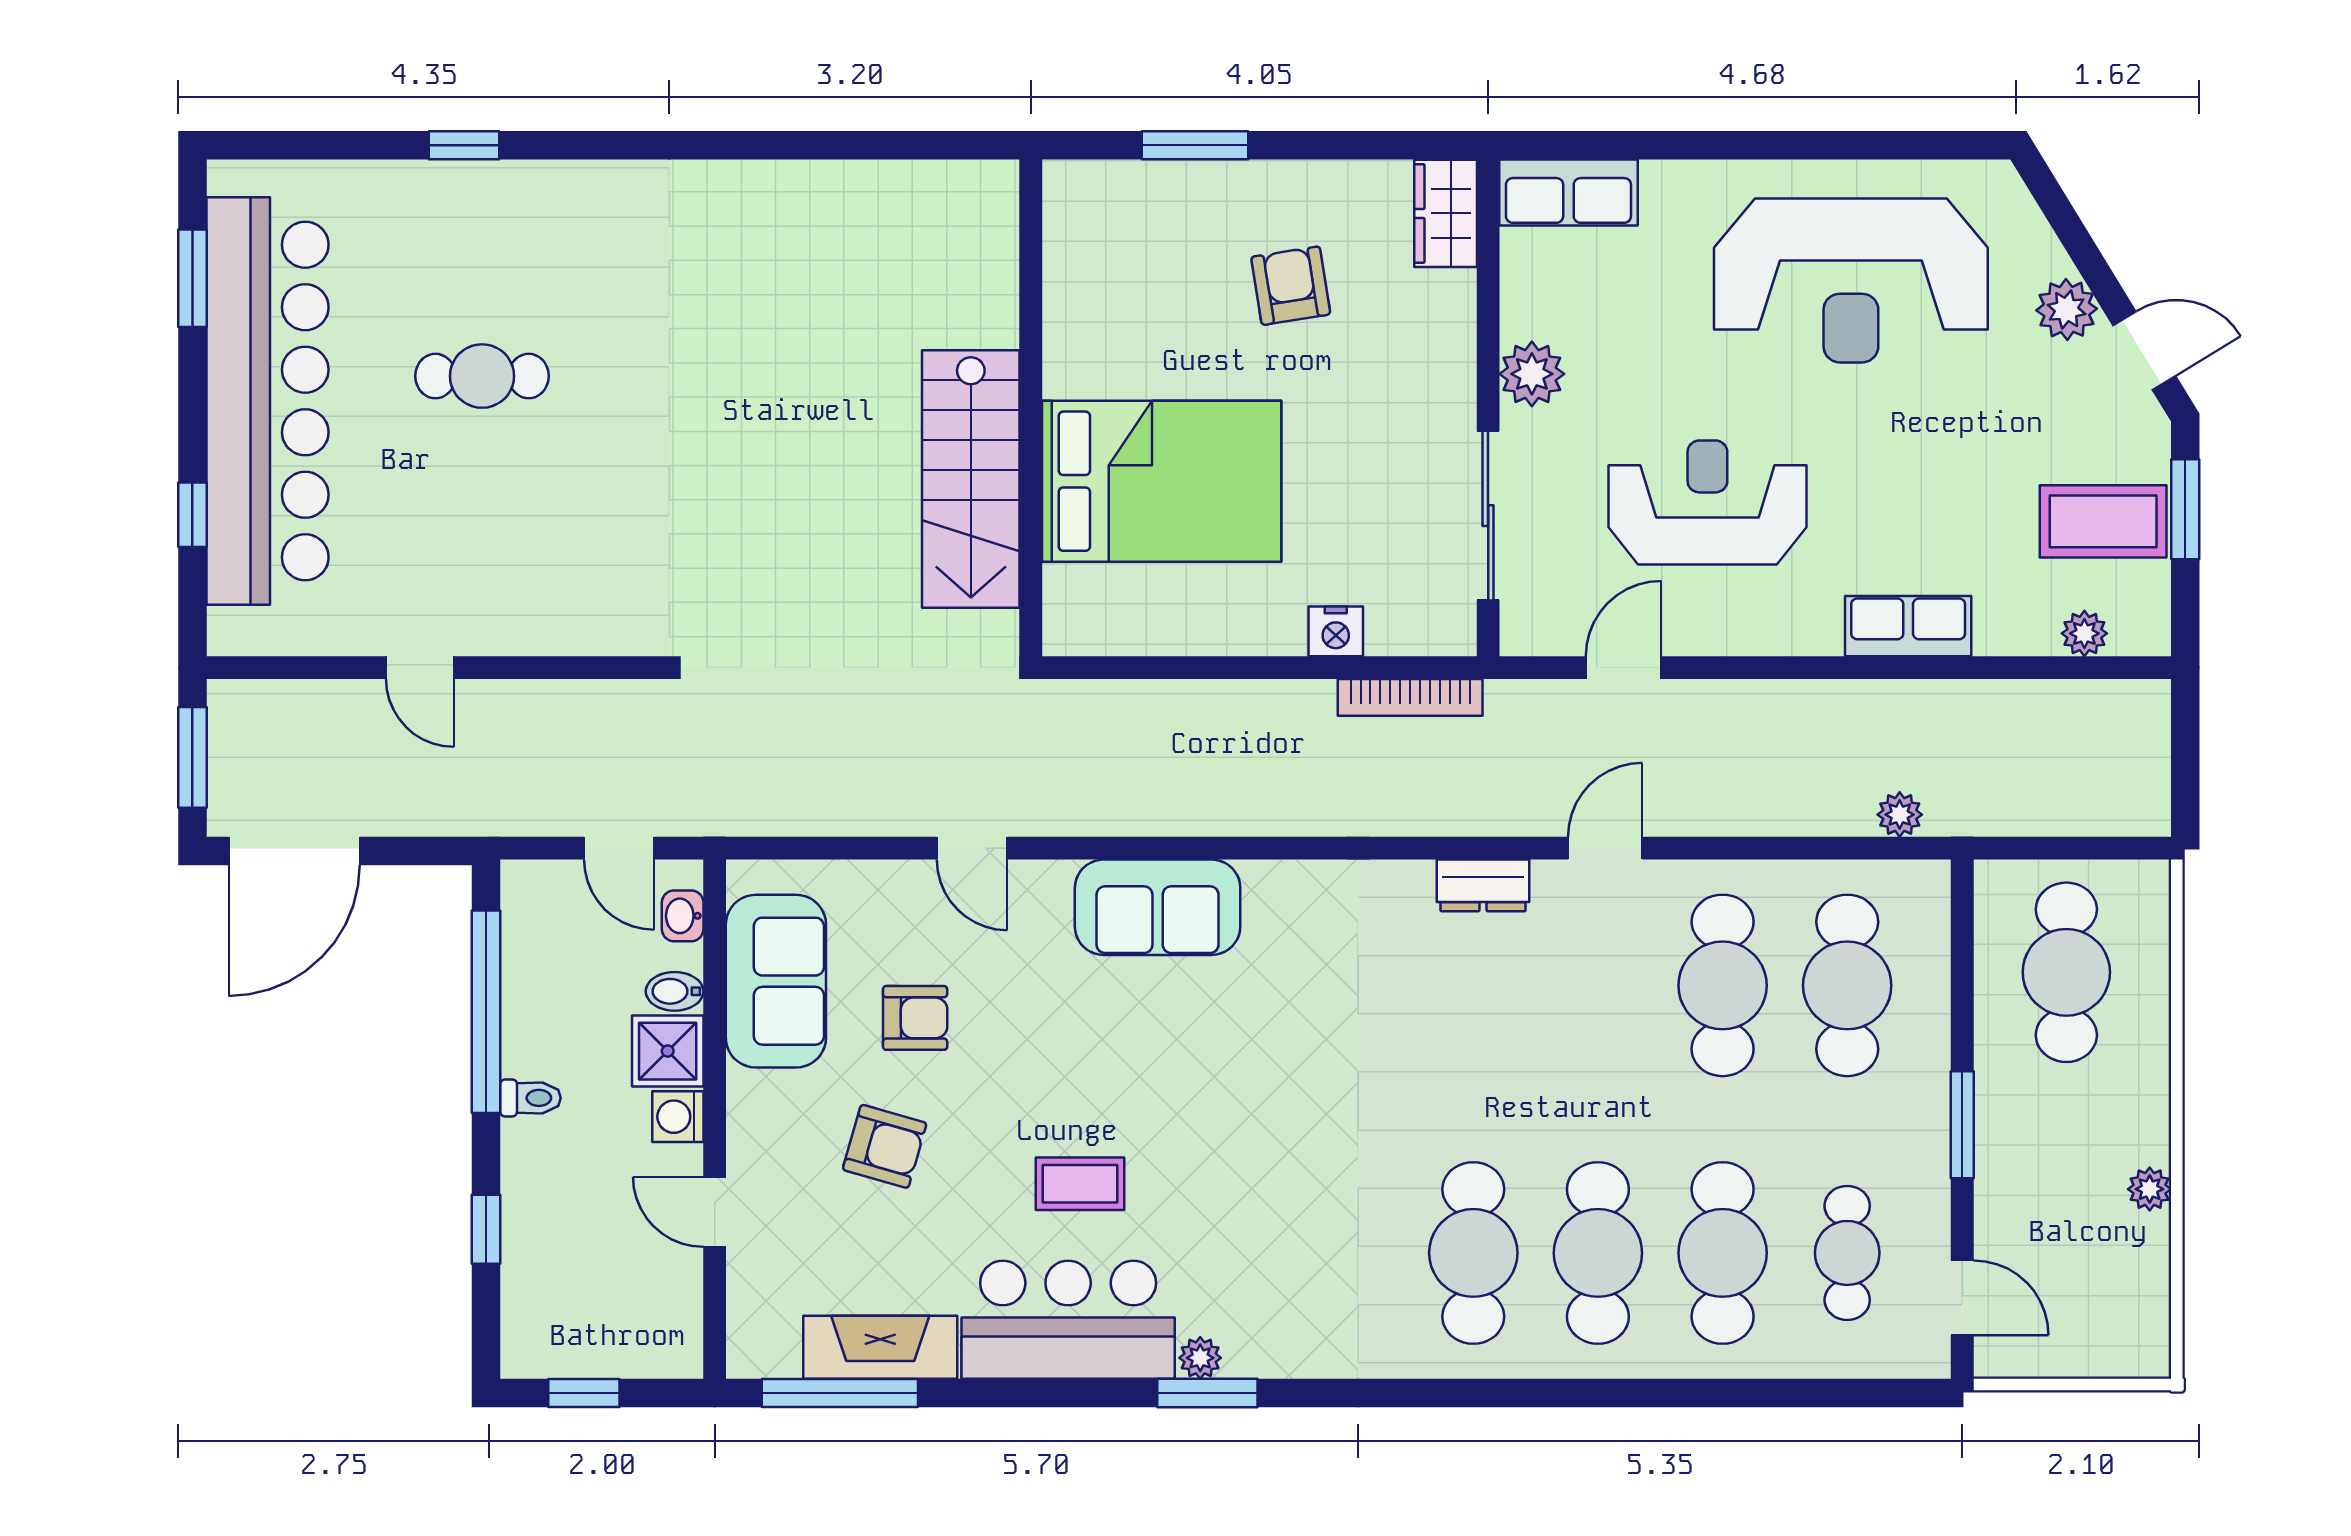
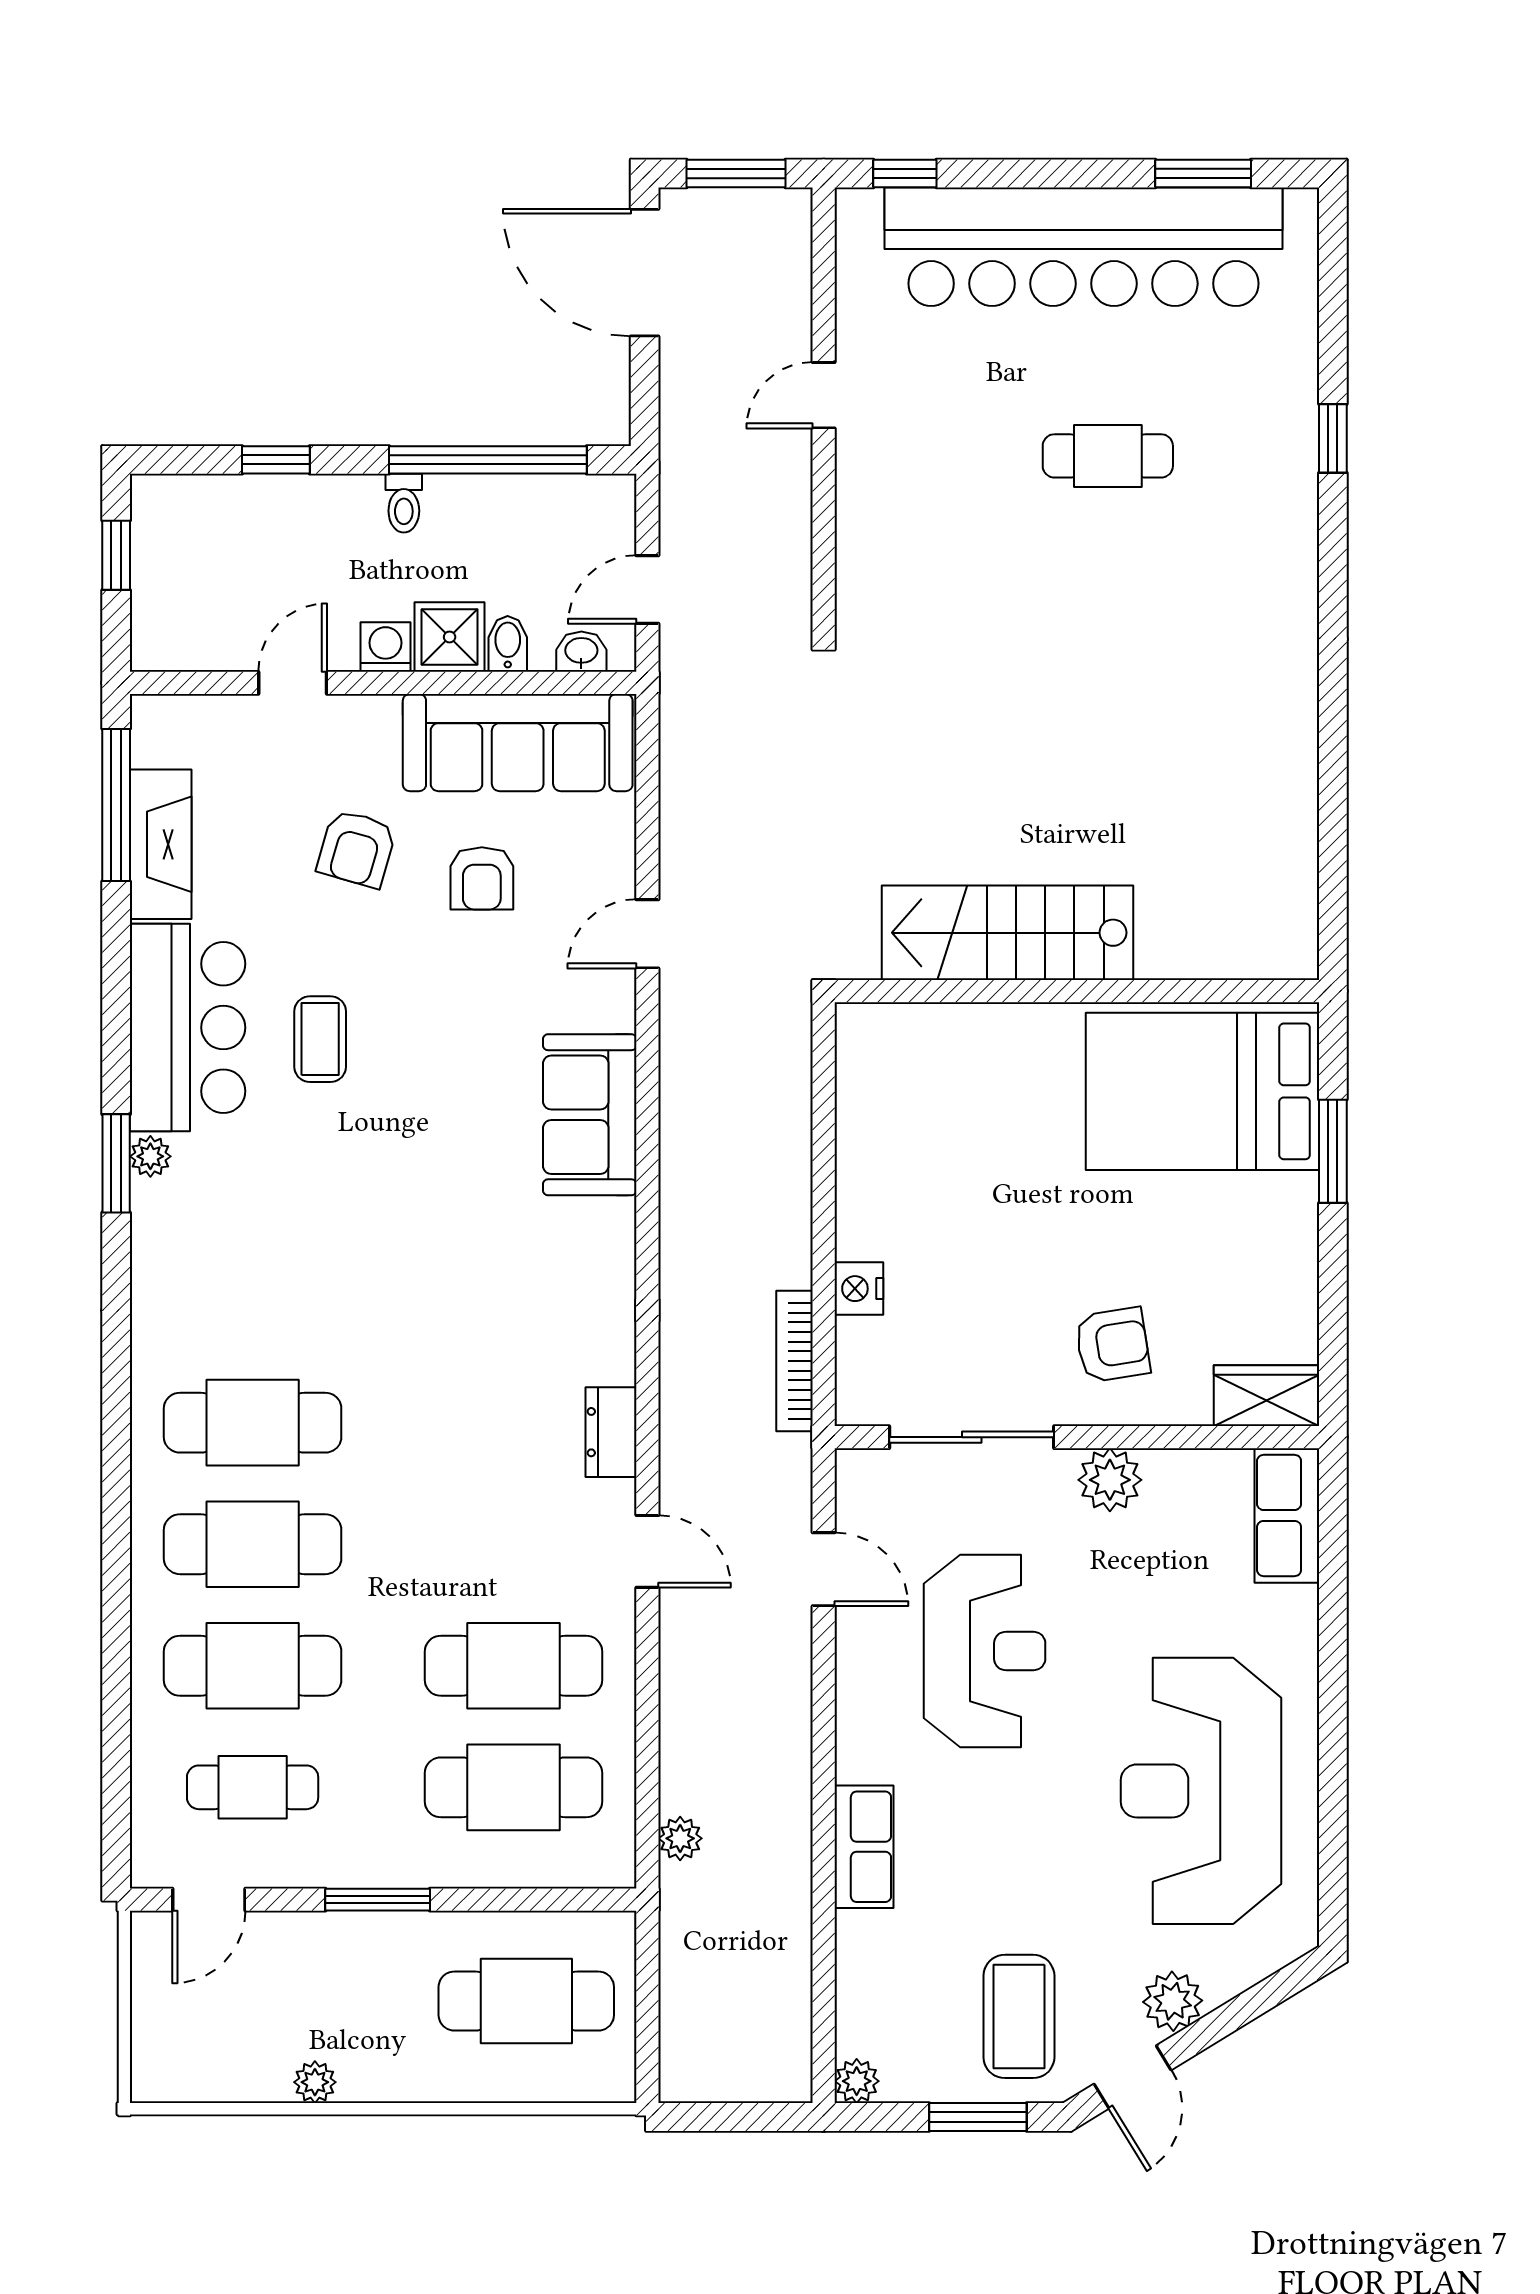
armchair: (1291, 286) -> (1112, 1345), moved
cafe table: (482, 376) -> (1108, 456), turned 90
bed: (1162, 481) -> (1202, 1091), moved, turned 90
window: (192, 515) -> (905, 174), moved
coffee table: (2103, 521) -> (1019, 2016), moved
plant: (2084, 633) -> (857, 2081), moved
sofa: (776, 981) -> (518, 743), width x1.36

